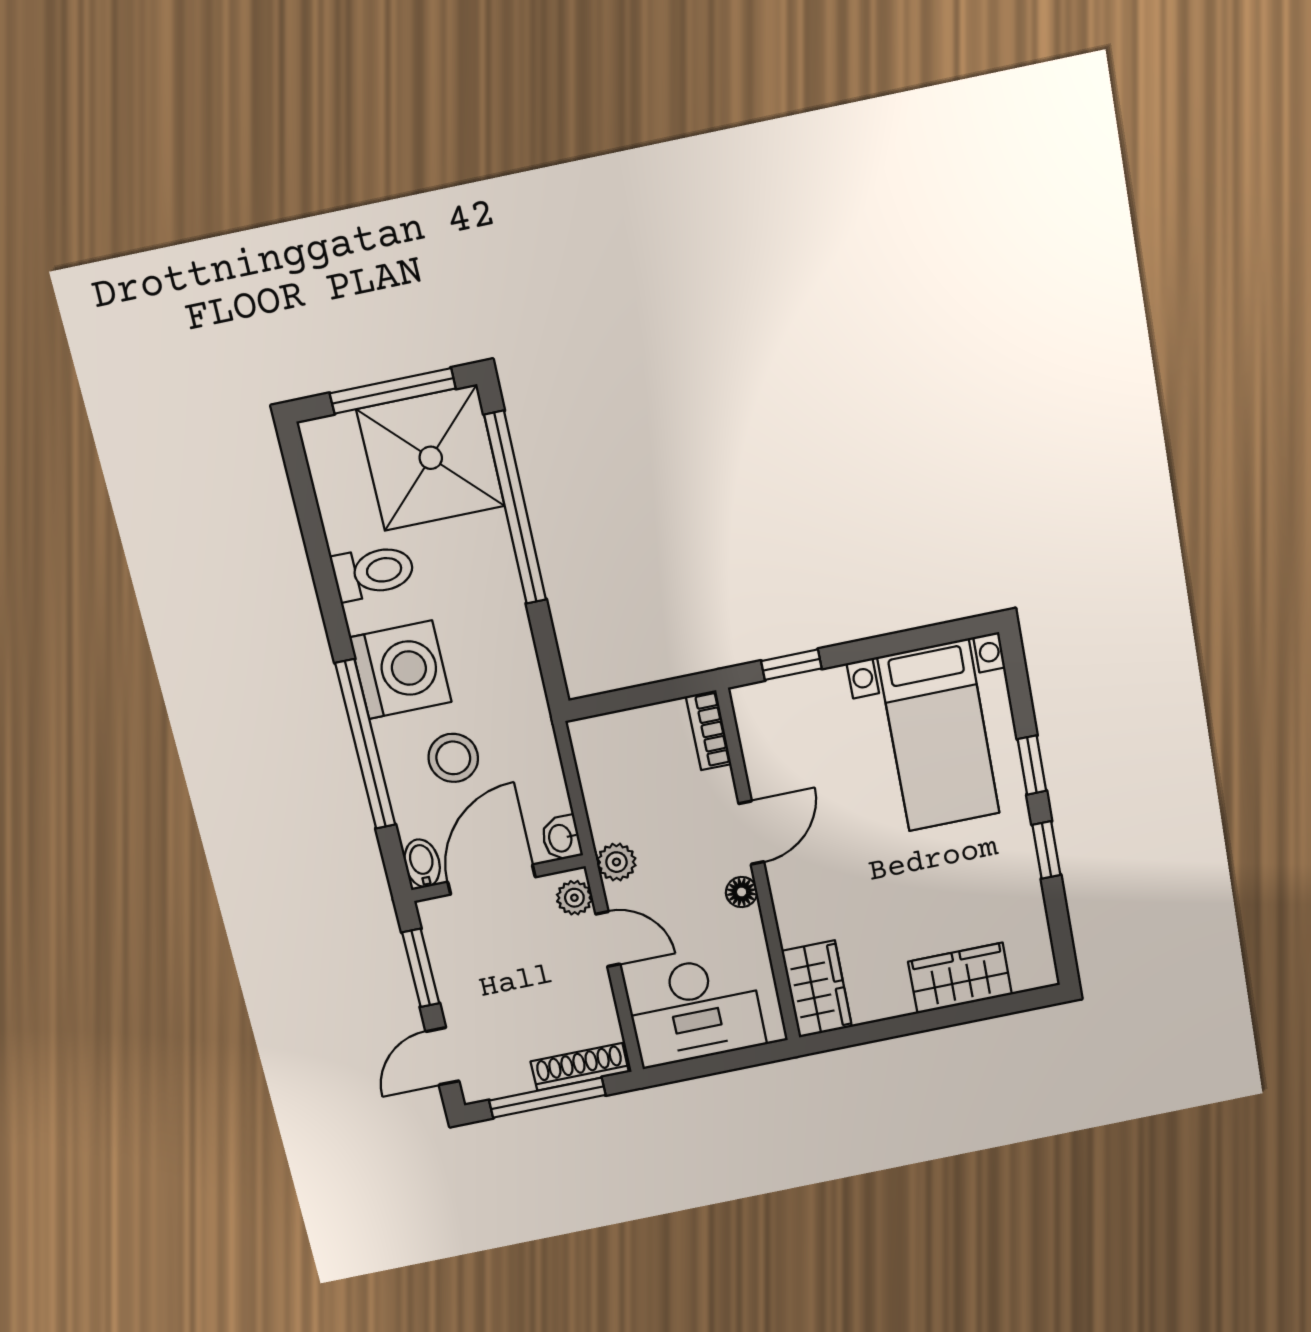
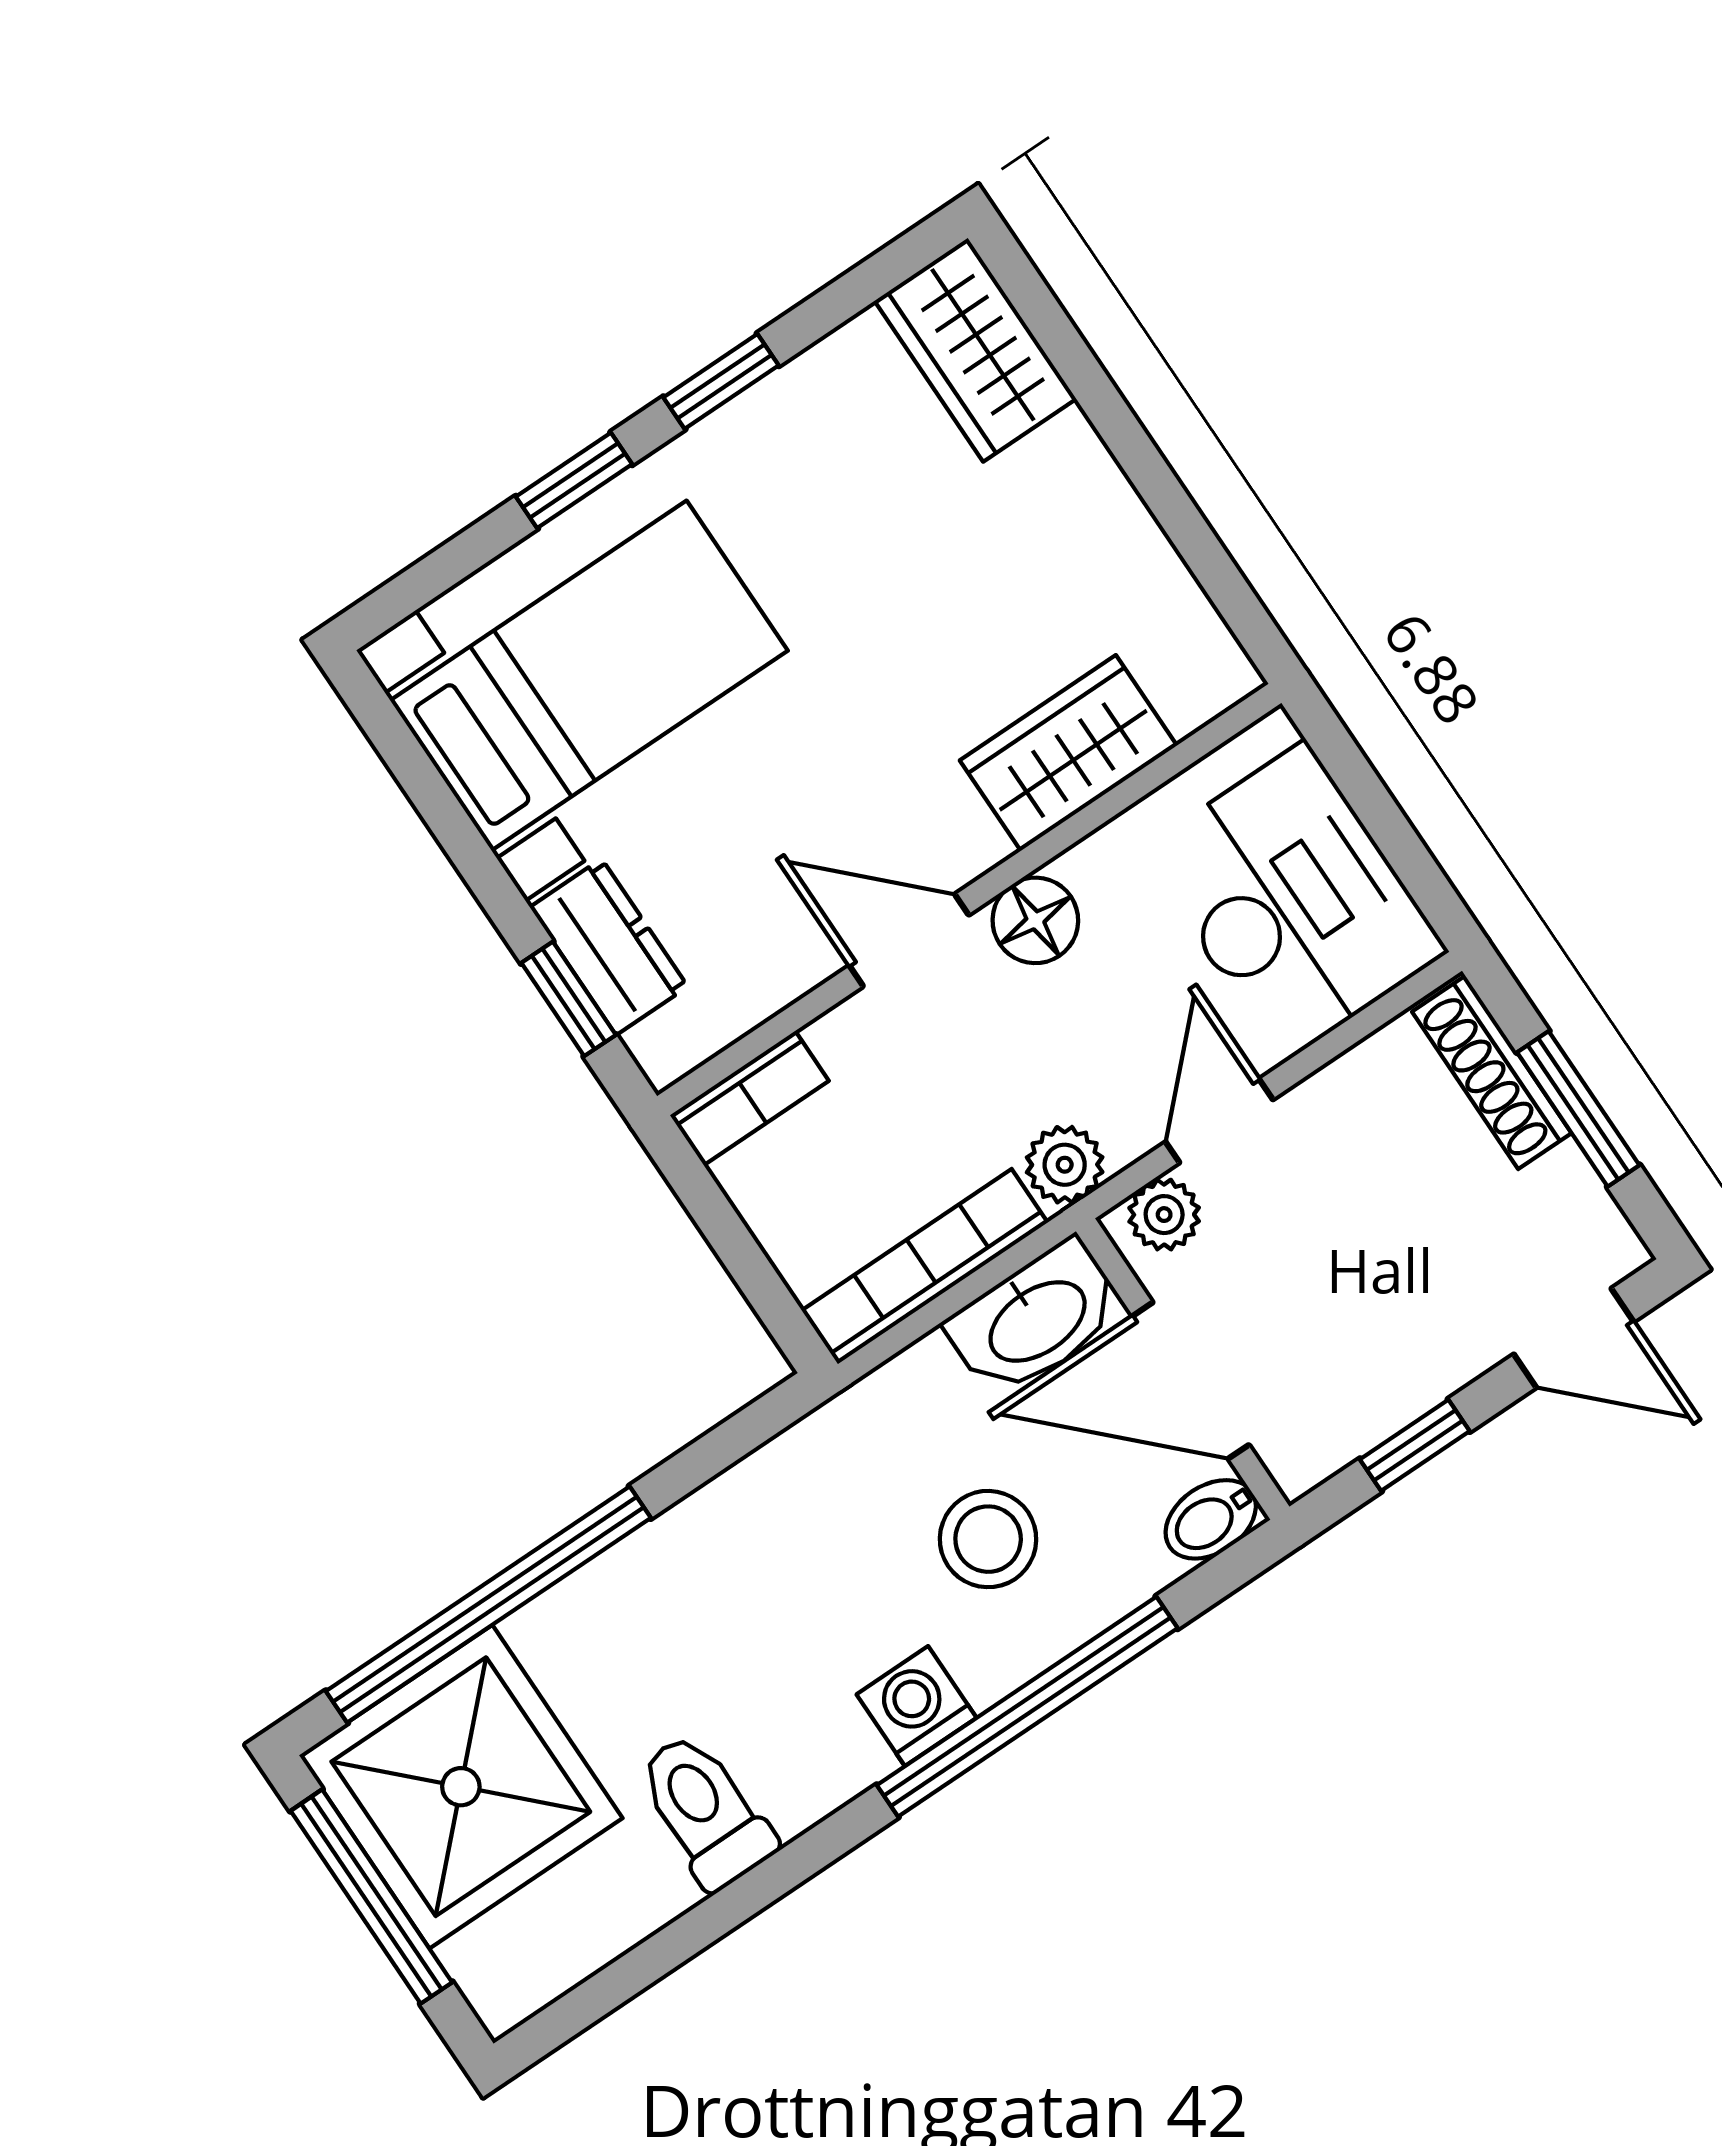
washing machine: (401, 670) -> (917, 1706), width x0.53, depth x0.53
dresser: (808, 693) -> (609, 947), added
bookcase: (595, 780) -> (925, 1267), added
washbasin: (561, 838) -> (1036, 1319), width x1.91, depth x1.45
floor lamp: (742, 892) -> (1035, 920), width x1.37, depth x1.37
window: (421, 968) -> (1415, 1445), width x0.67
wardrobe: (960, 978) -> (975, 350), moved
wardrobe: (817, 989) -> (1068, 753), moved
window: (547, 1098) -> (1578, 1109), width x0.69

